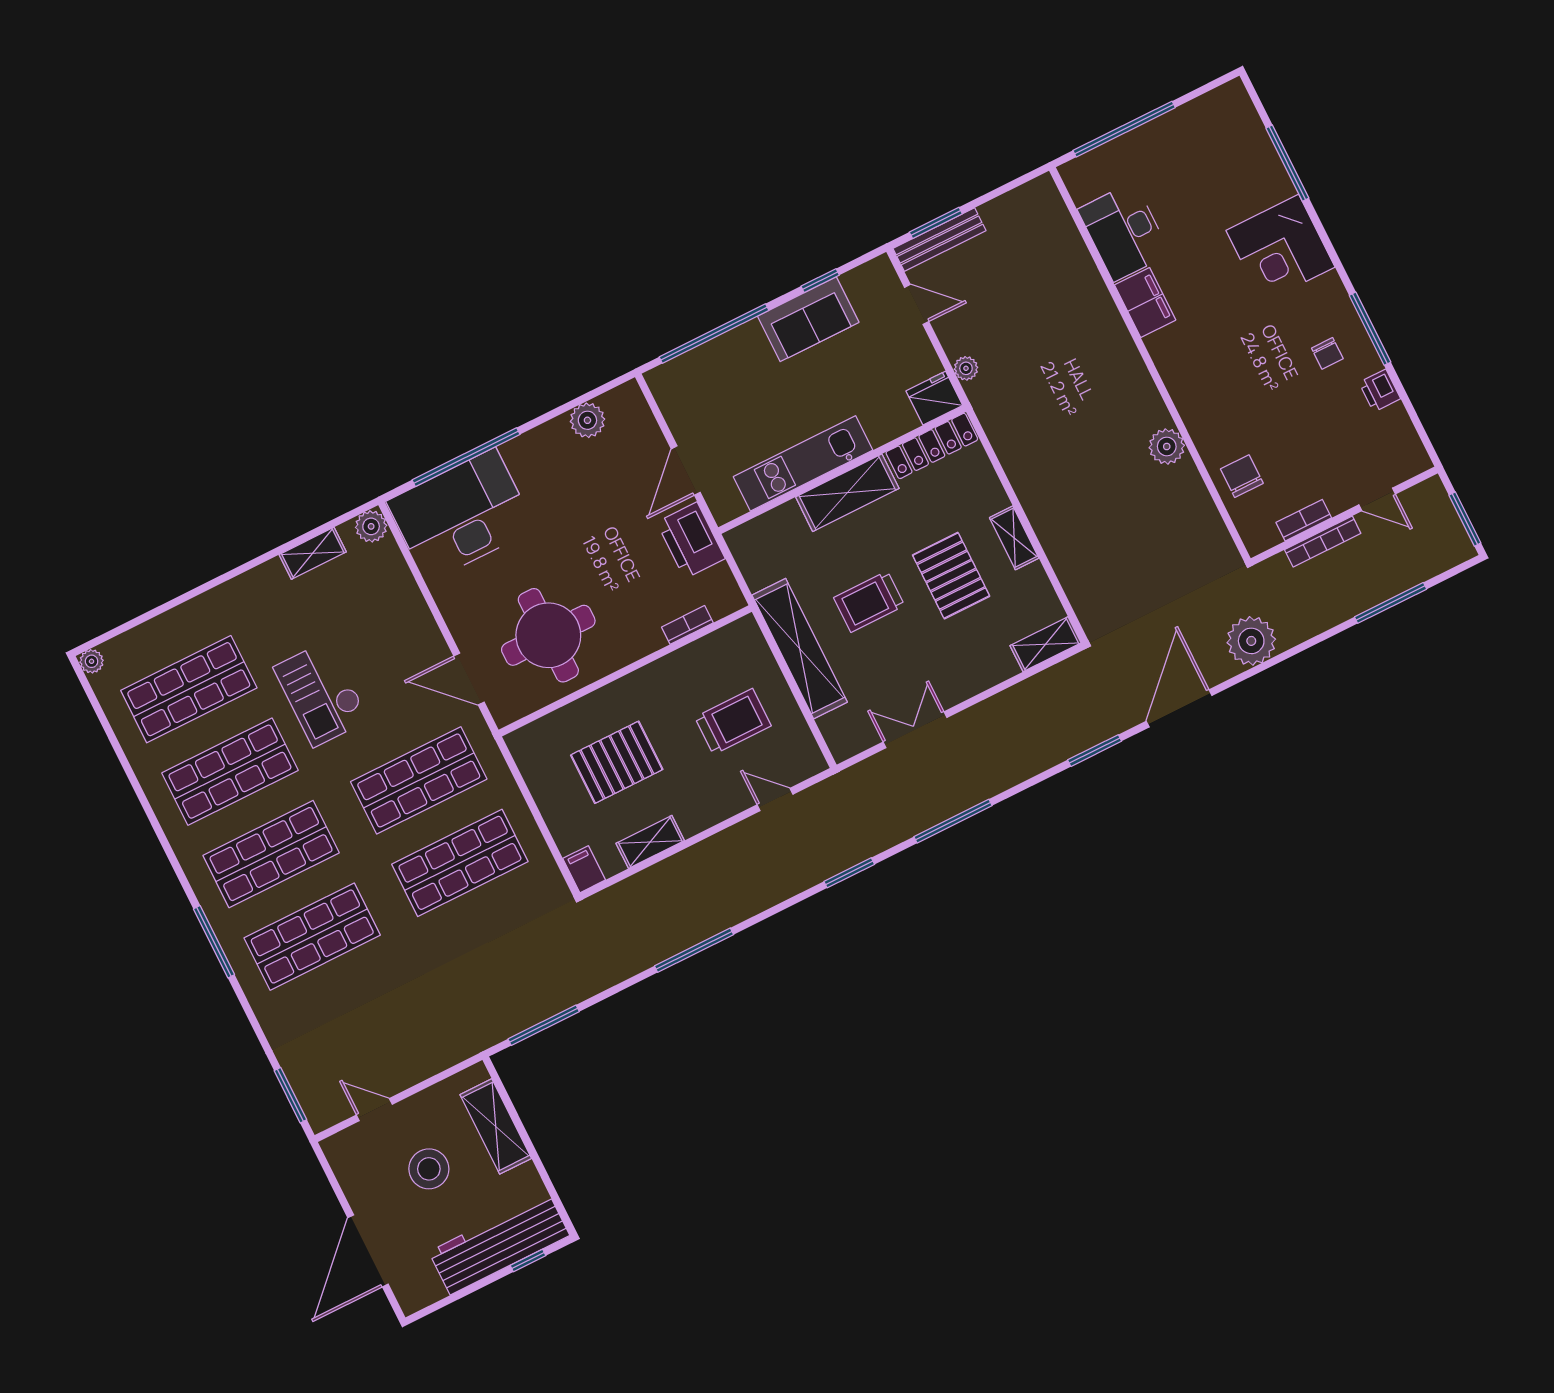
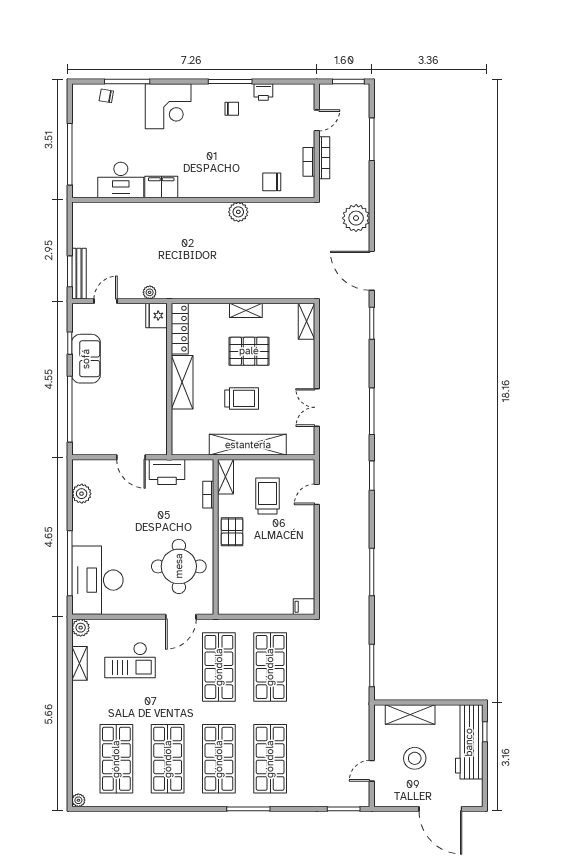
chair: (1248, 141) -> (106, 96), added
kitchen unit: (803, 463) -> (156, 397), removed
trolley: (869, 602) -> (242, 398), turned -90
checkout: (321, 694) -> (130, 660), moved
pallet: (617, 762) -> (232, 532), moved, width x0.67, depth x0.71
shelving: (650, 842) -> (225, 477), moved

